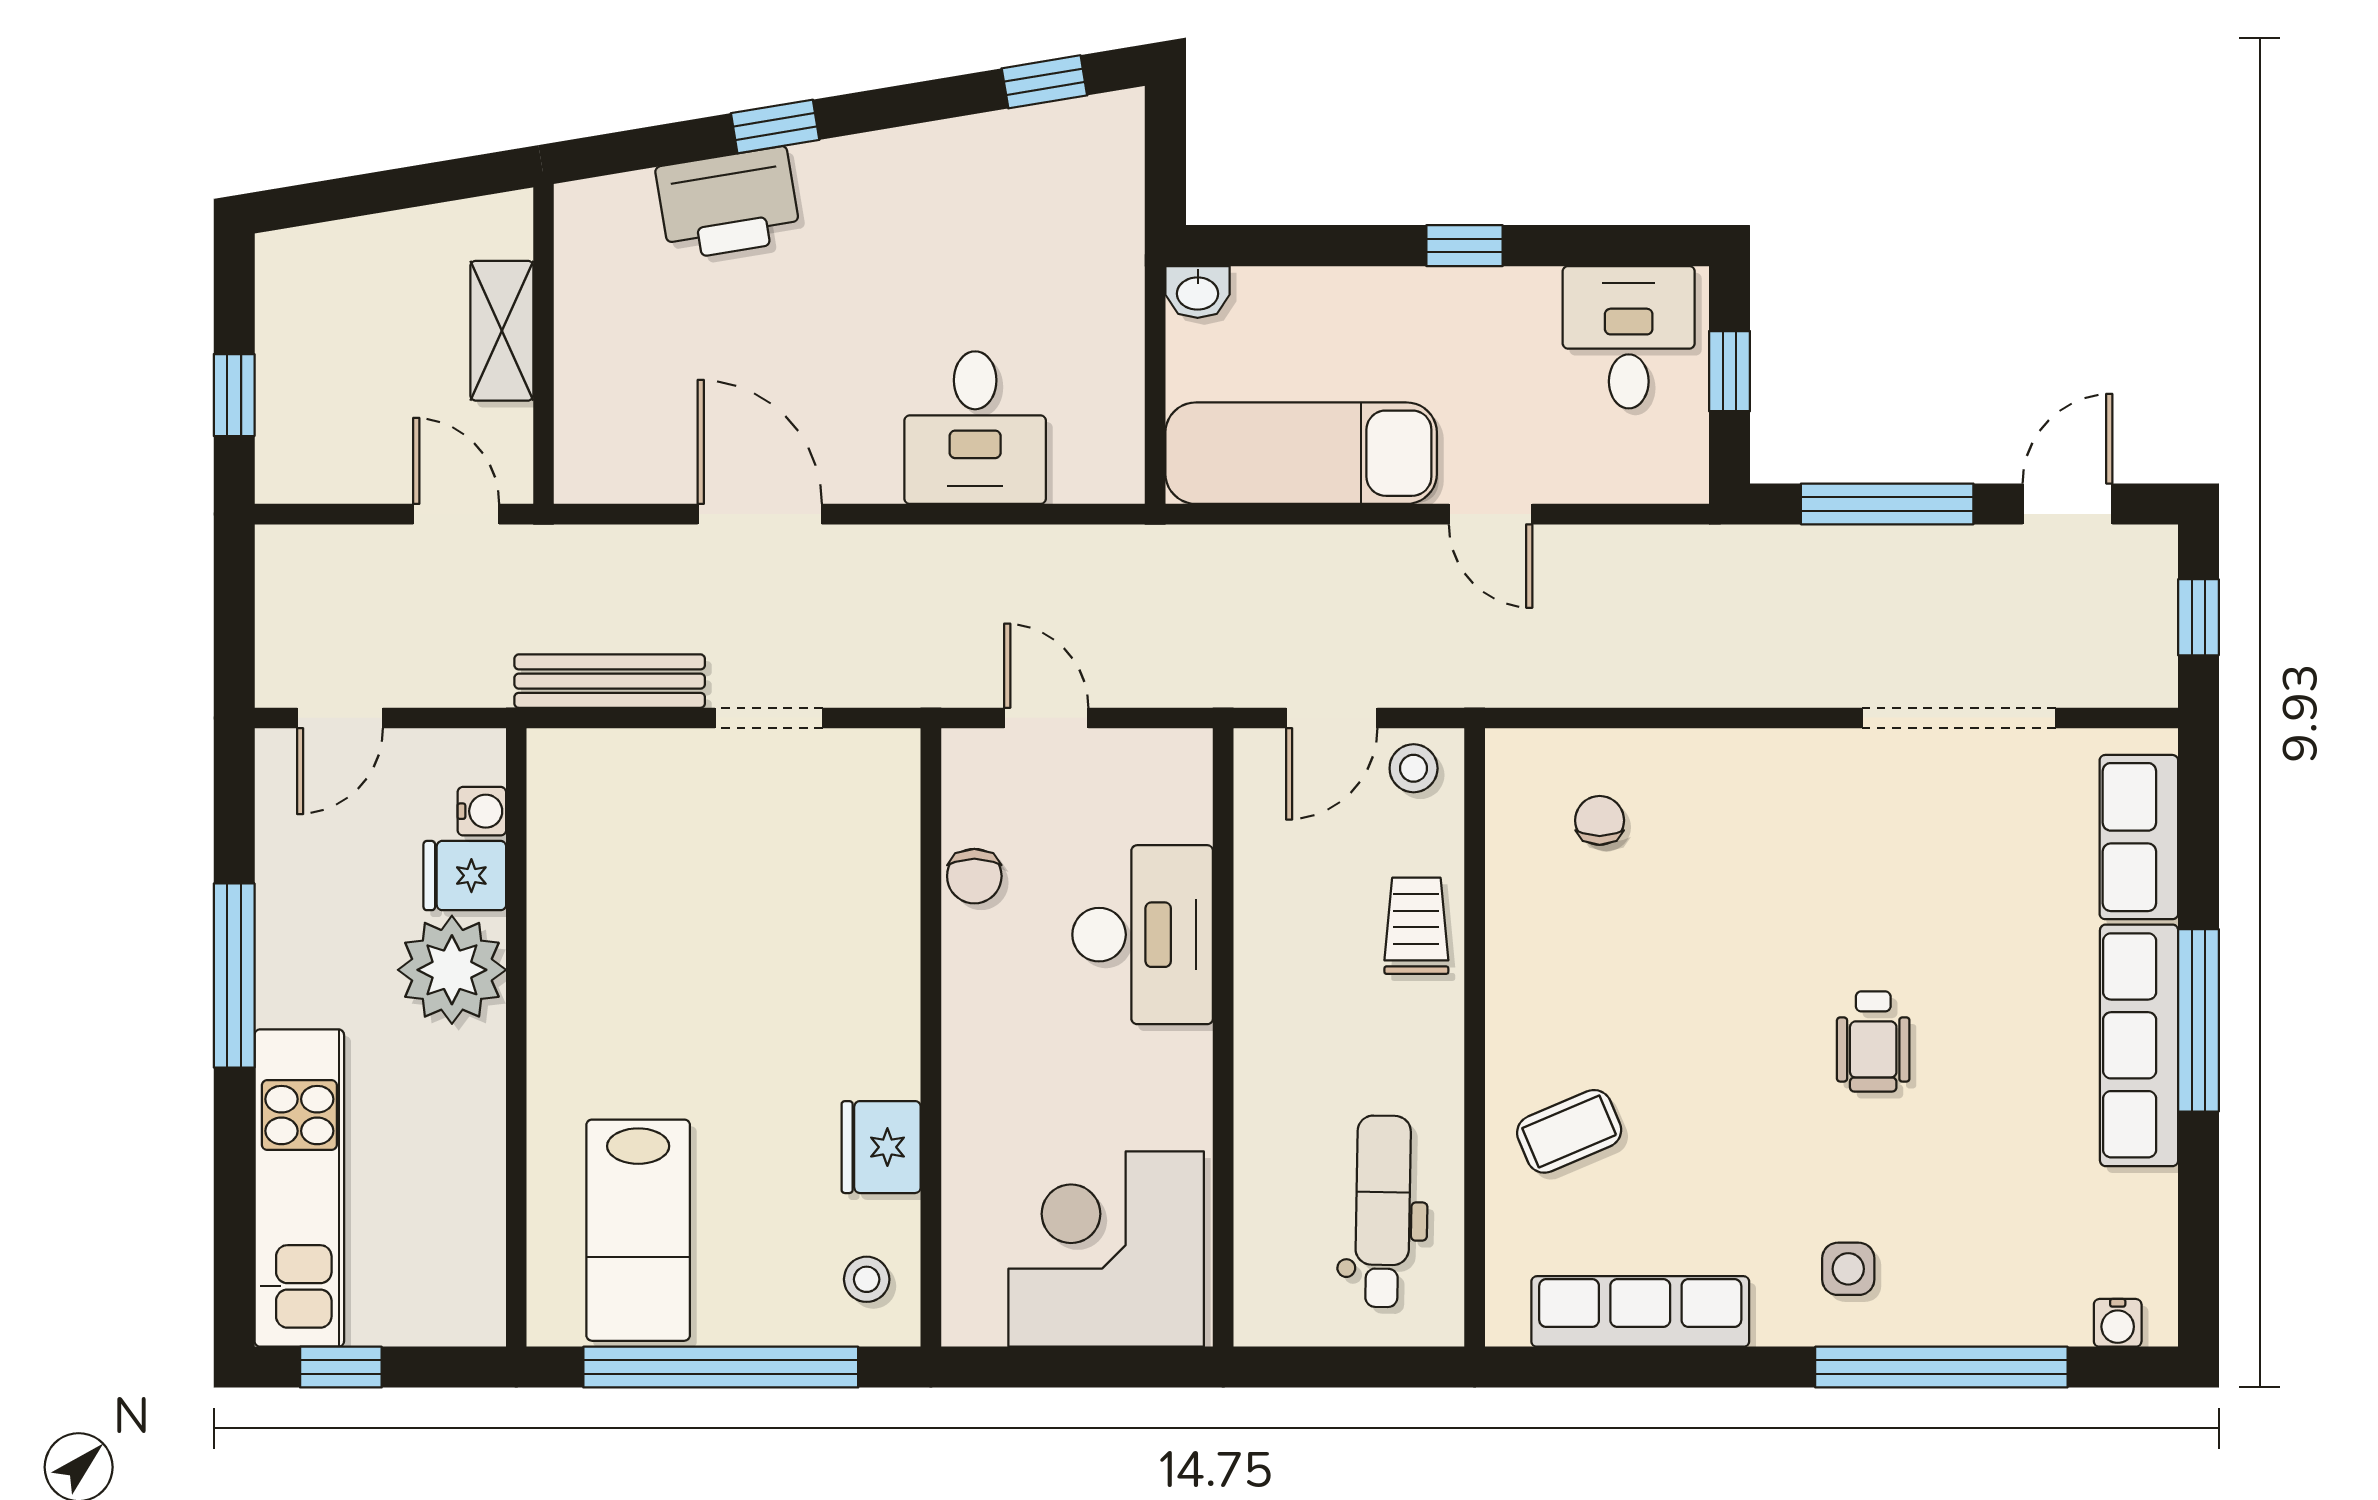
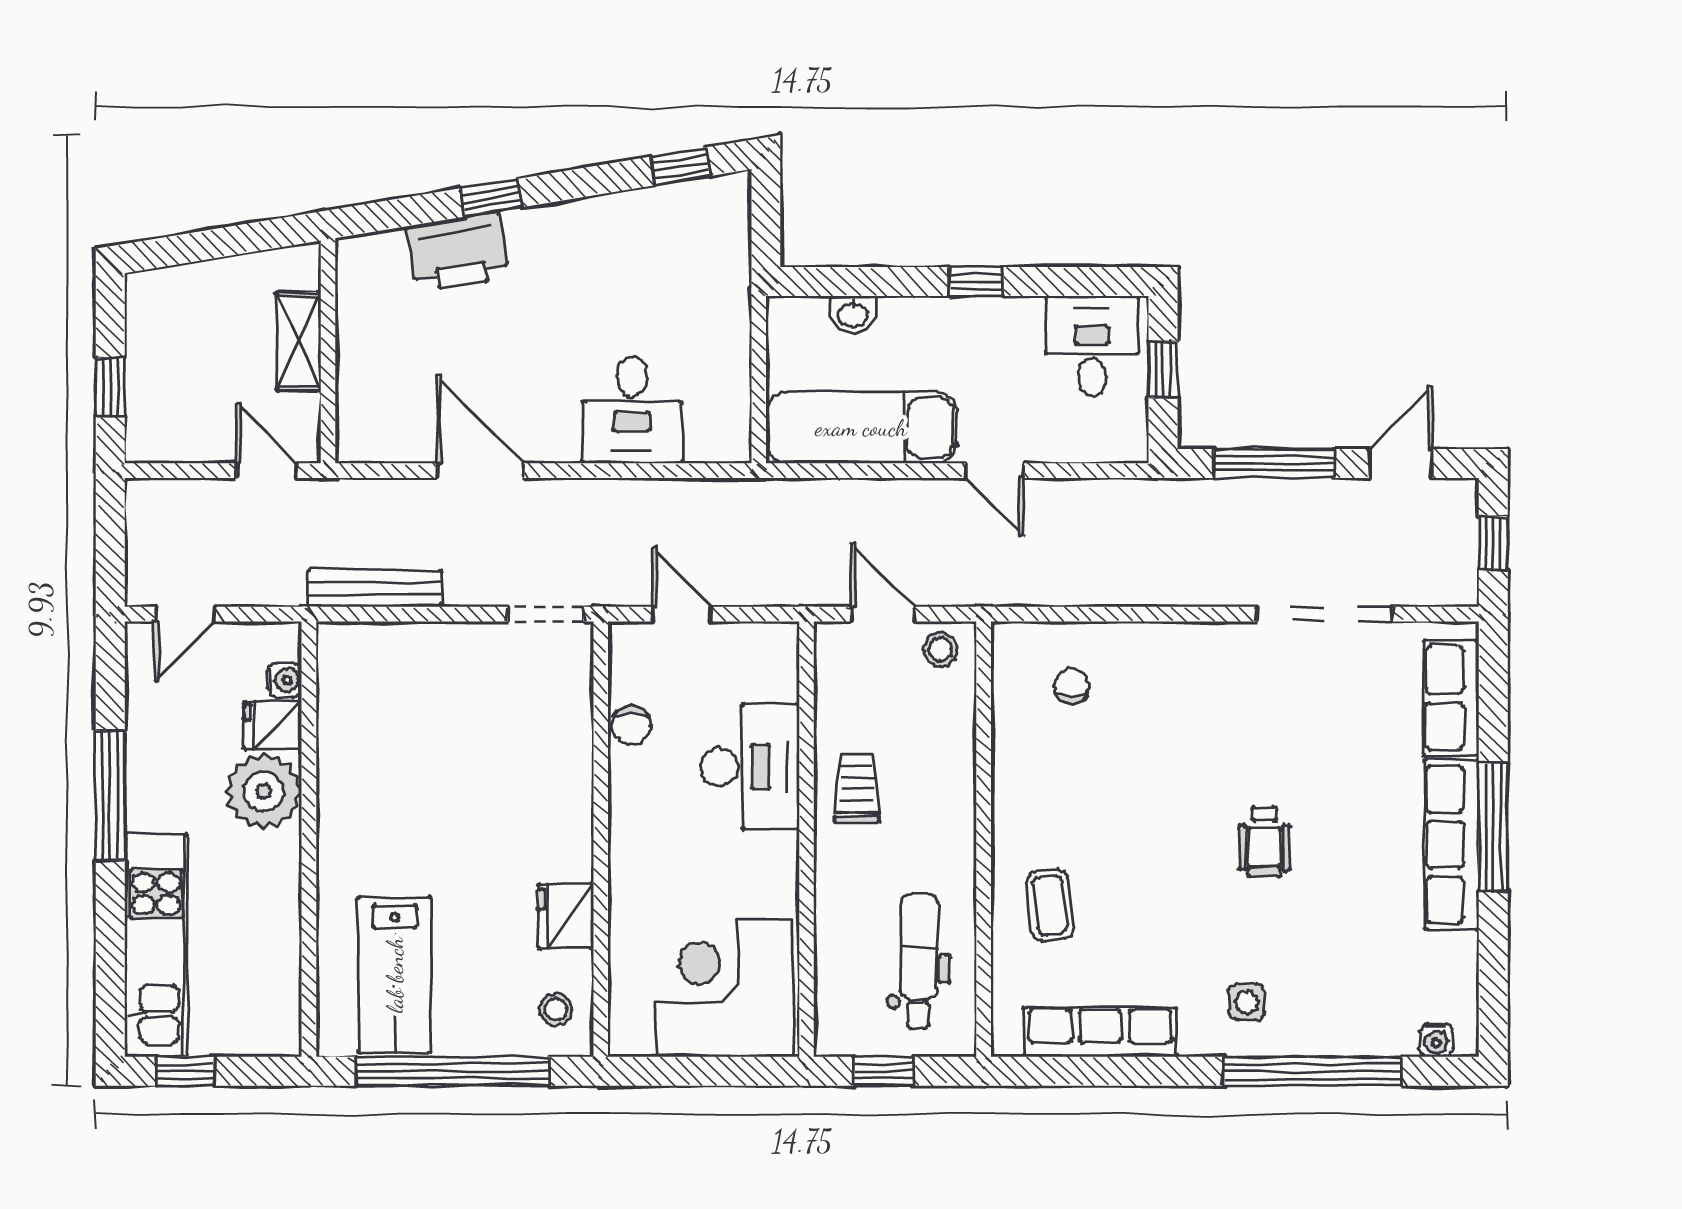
washbasin: (1198, 292) -> (853, 314), moved
doorway: (769, 718) -> (546, 614), moved
door: (1332, 718) -> (883, 614), swing flipped
trolley: (1416, 926) -> (857, 788), moved
coffee table: (1569, 1131) -> (1050, 905), turned -74
window: (1333, 1367) -> (884, 1071), added

